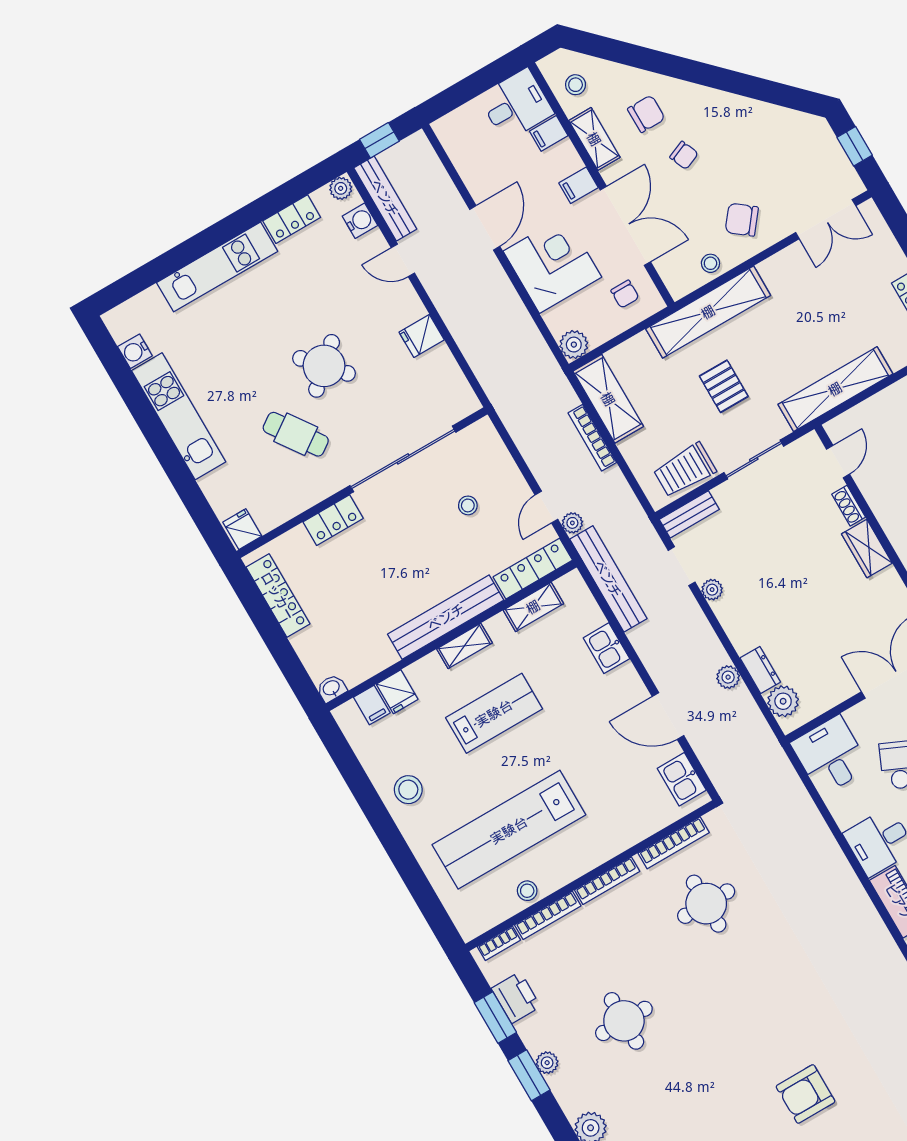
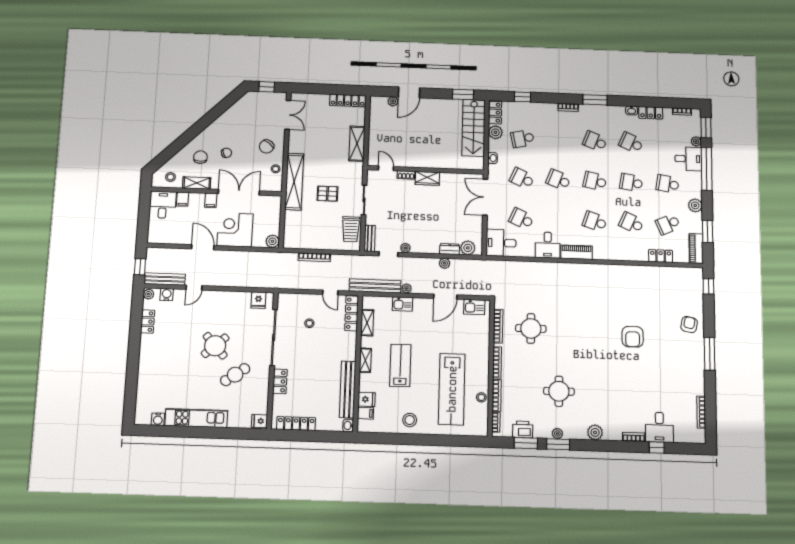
kitchen unit: (217, 267) -> (146, 364), removed
chair: (625, 294) -> (266, 209), removed
fridge: (422, 336) -> (258, 300), moved
shelving: (835, 389) -> (357, 144), width x0.68
shelving: (608, 399) -> (303, 241), removed
plant: (572, 523) -> (407, 288), moved
bench: (446, 617) -> (348, 389), moved

